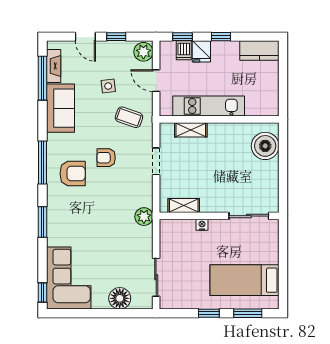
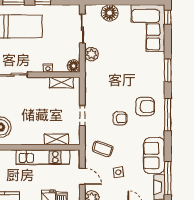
armchair: (73, 174) -> (145, 107), turned 180
plant: (144, 217) -> (91, 54), moved
floor lamp: (168, 228) -> (74, 66), added

